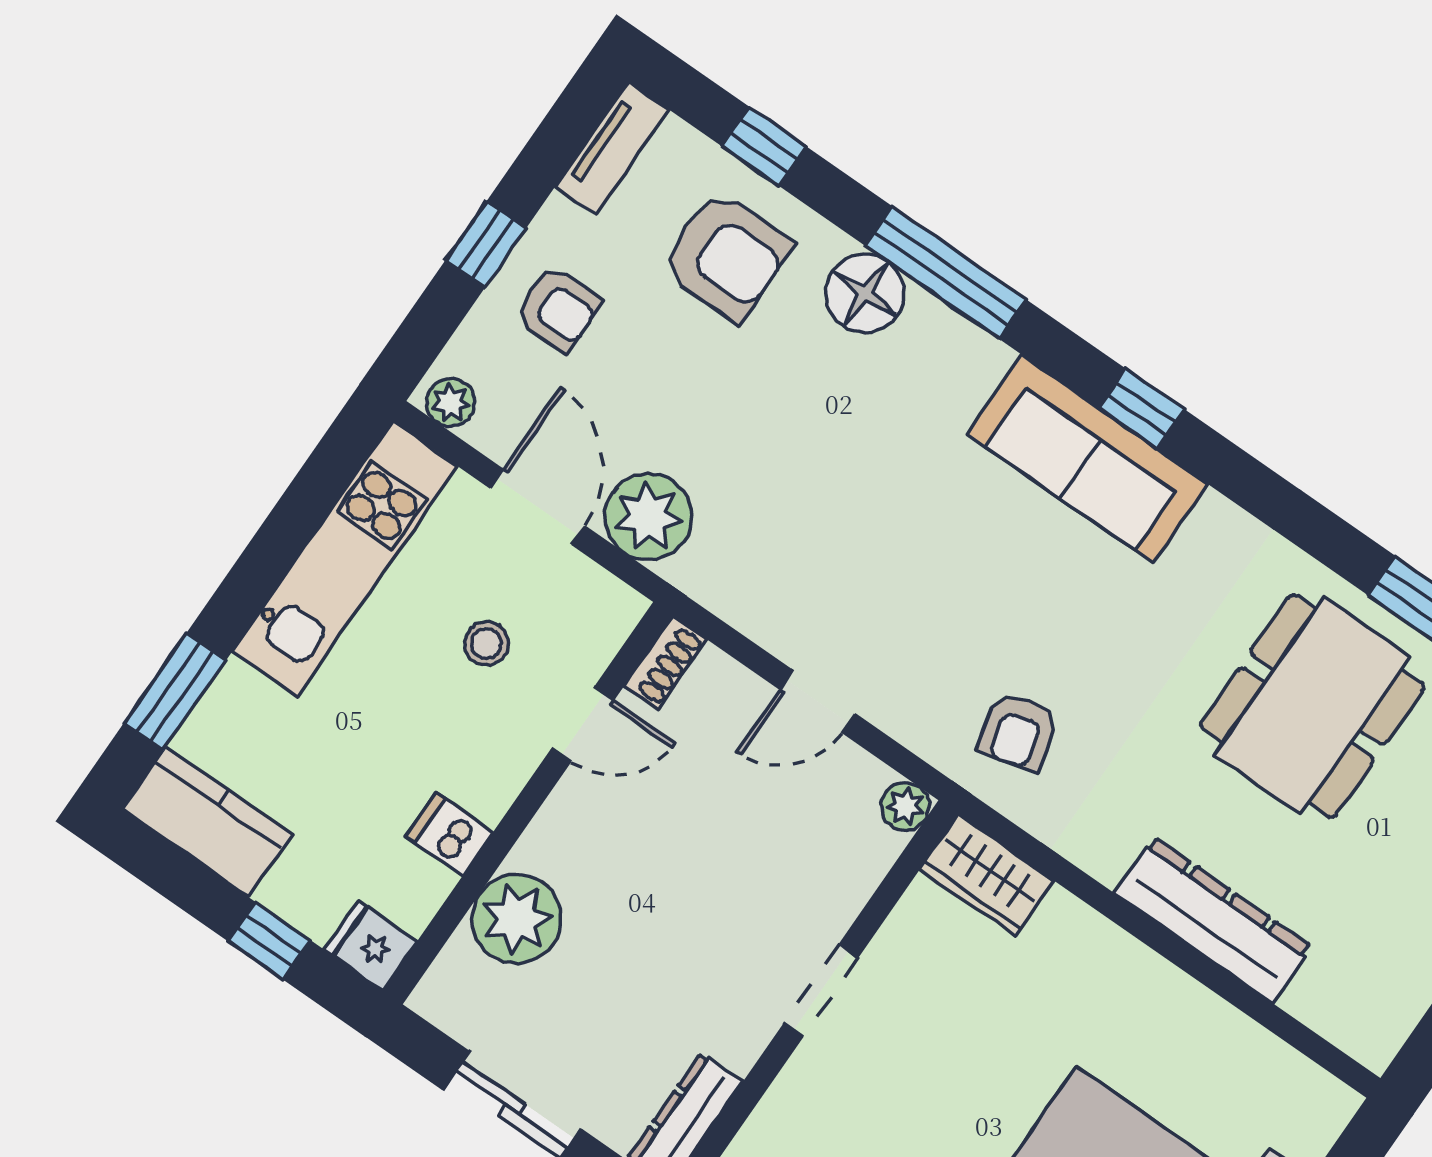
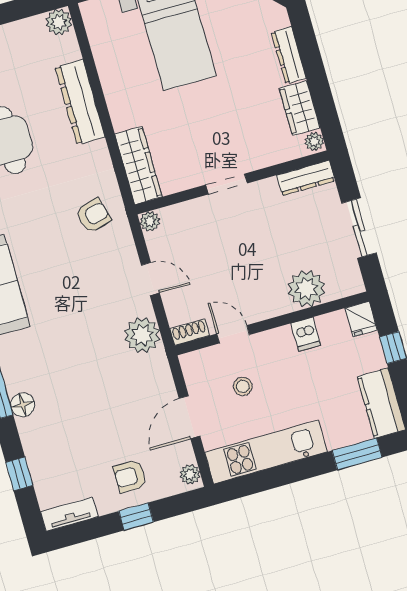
armchair: (726, 256) -> (61, 449), removed
floor lamp: (865, 293) -> (23, 405), width x0.73, depth x0.73
armchair: (558, 309) -> (130, 476), turned -90
plant: (648, 517) -> (142, 335), moved
wardrobe: (987, 875) -> (138, 165), width x1.50
plant: (1372, 1035) -> (59, 22), added

